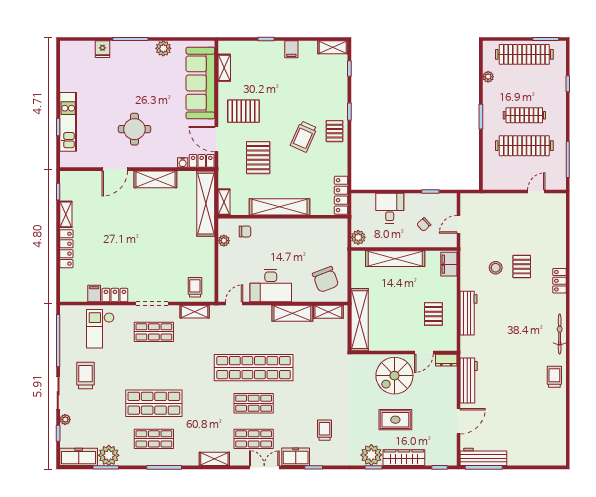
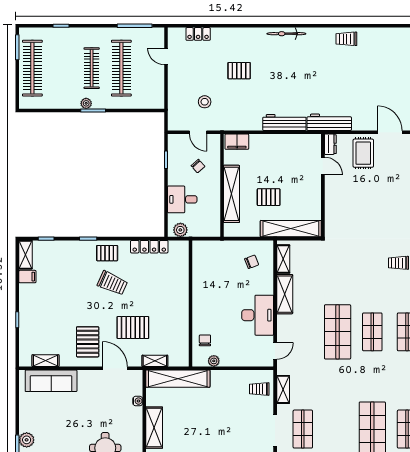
plant: (163, 48) -> (27, 440), moved
filing cabinet: (291, 49) -> (27, 277), moved
plant: (488, 77) -> (86, 103), moved
sofa: (200, 83) -> (51, 381), width x0.74, depth x0.79
door: (216, 139) -> (115, 368), swing flipped
locker: (202, 161) -> (136, 382), removed
locker: (341, 195) -> (149, 247), moved
shelving: (224, 202) -> (155, 361), moved
shelving: (280, 207) -> (181, 307), removed
plant: (358, 237) -> (180, 230), moved
stool: (496, 268) -> (205, 102), moved
chair: (326, 279) -> (252, 262), width x0.54, depth x0.54
locker: (559, 281) -> (198, 34), moved
door: (234, 304) -> (275, 351), swing flipped
pallet: (433, 314) -> (269, 197), moved
bicycle: (560, 334) -> (286, 34), moved
shop shelf: (254, 368) -> (338, 332), width x0.71
spiral stairs: (394, 376) -> (345, 195), removed
workbench: (469, 381) -> (329, 122), moved
rug: (395, 420) -> (363, 153), moved

